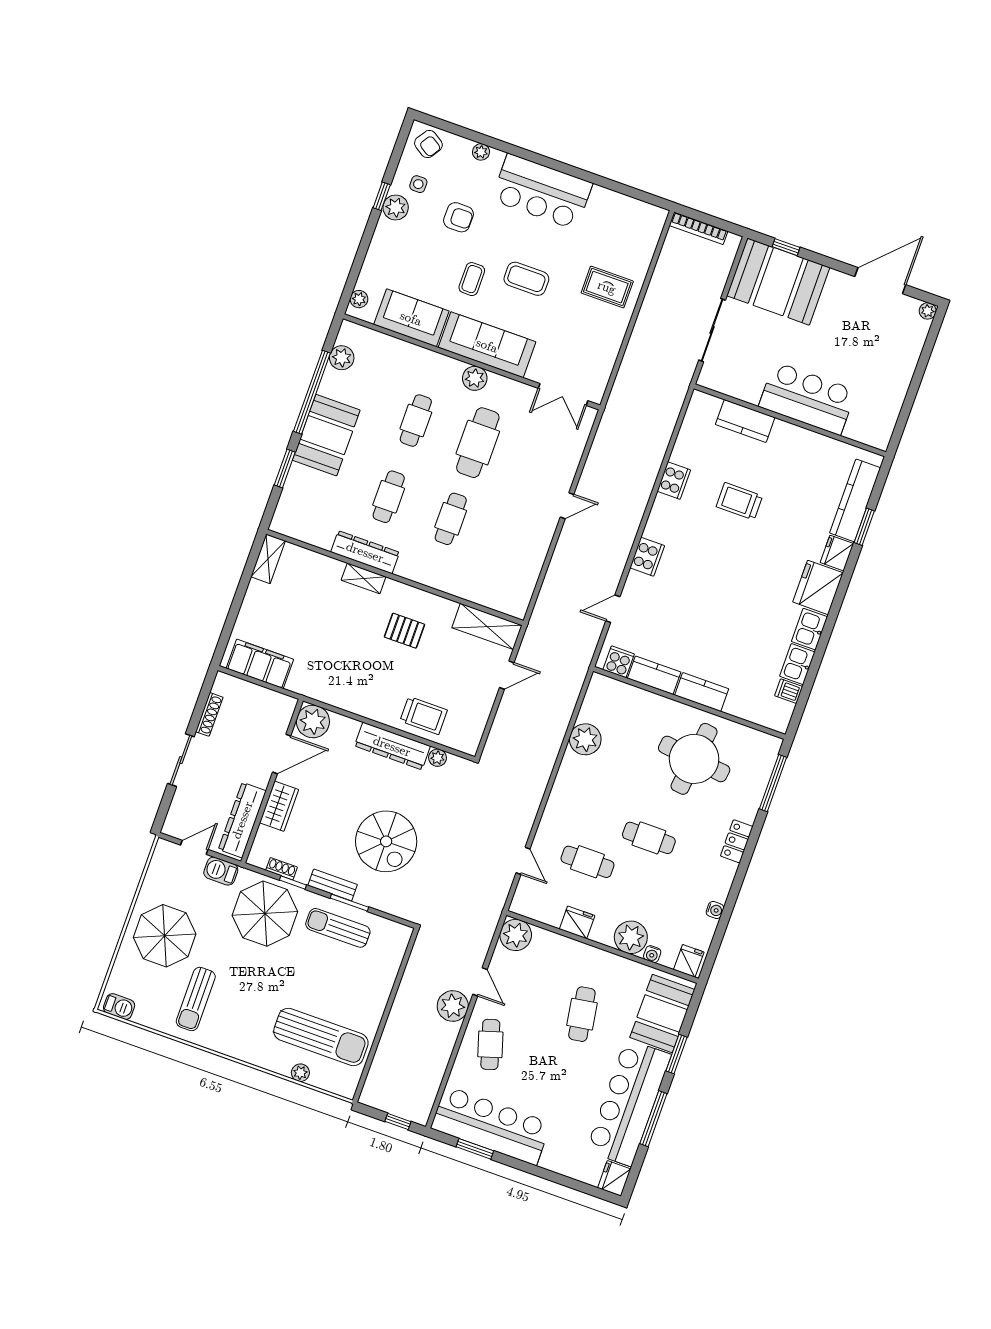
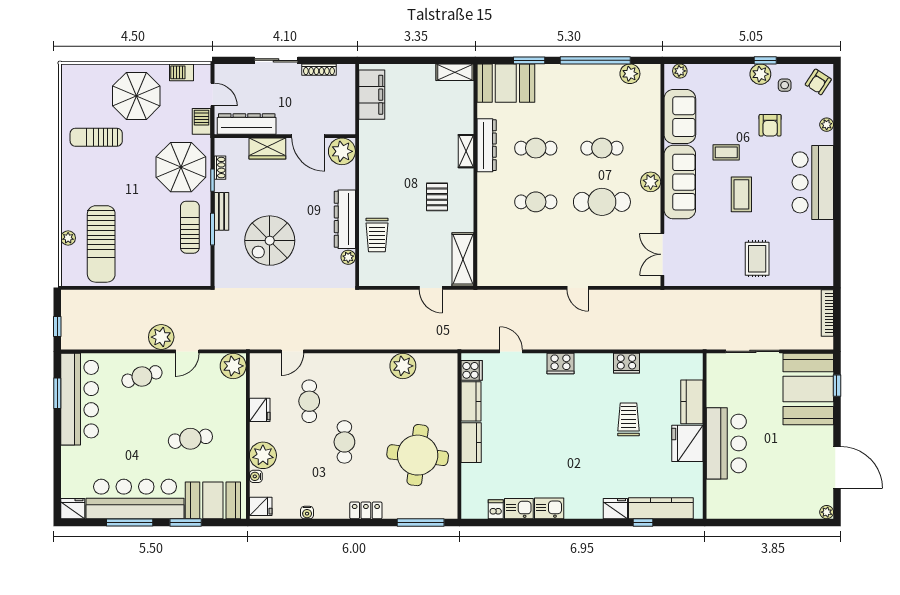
booth: (326, 435) -> (506, 83), moved
window: (864, 527) -> (643, 522), width x0.67
fridge: (818, 587) -> (687, 443), moved, turned -90
barbecue: (119, 1007) -> (182, 72), moved, turned 90

